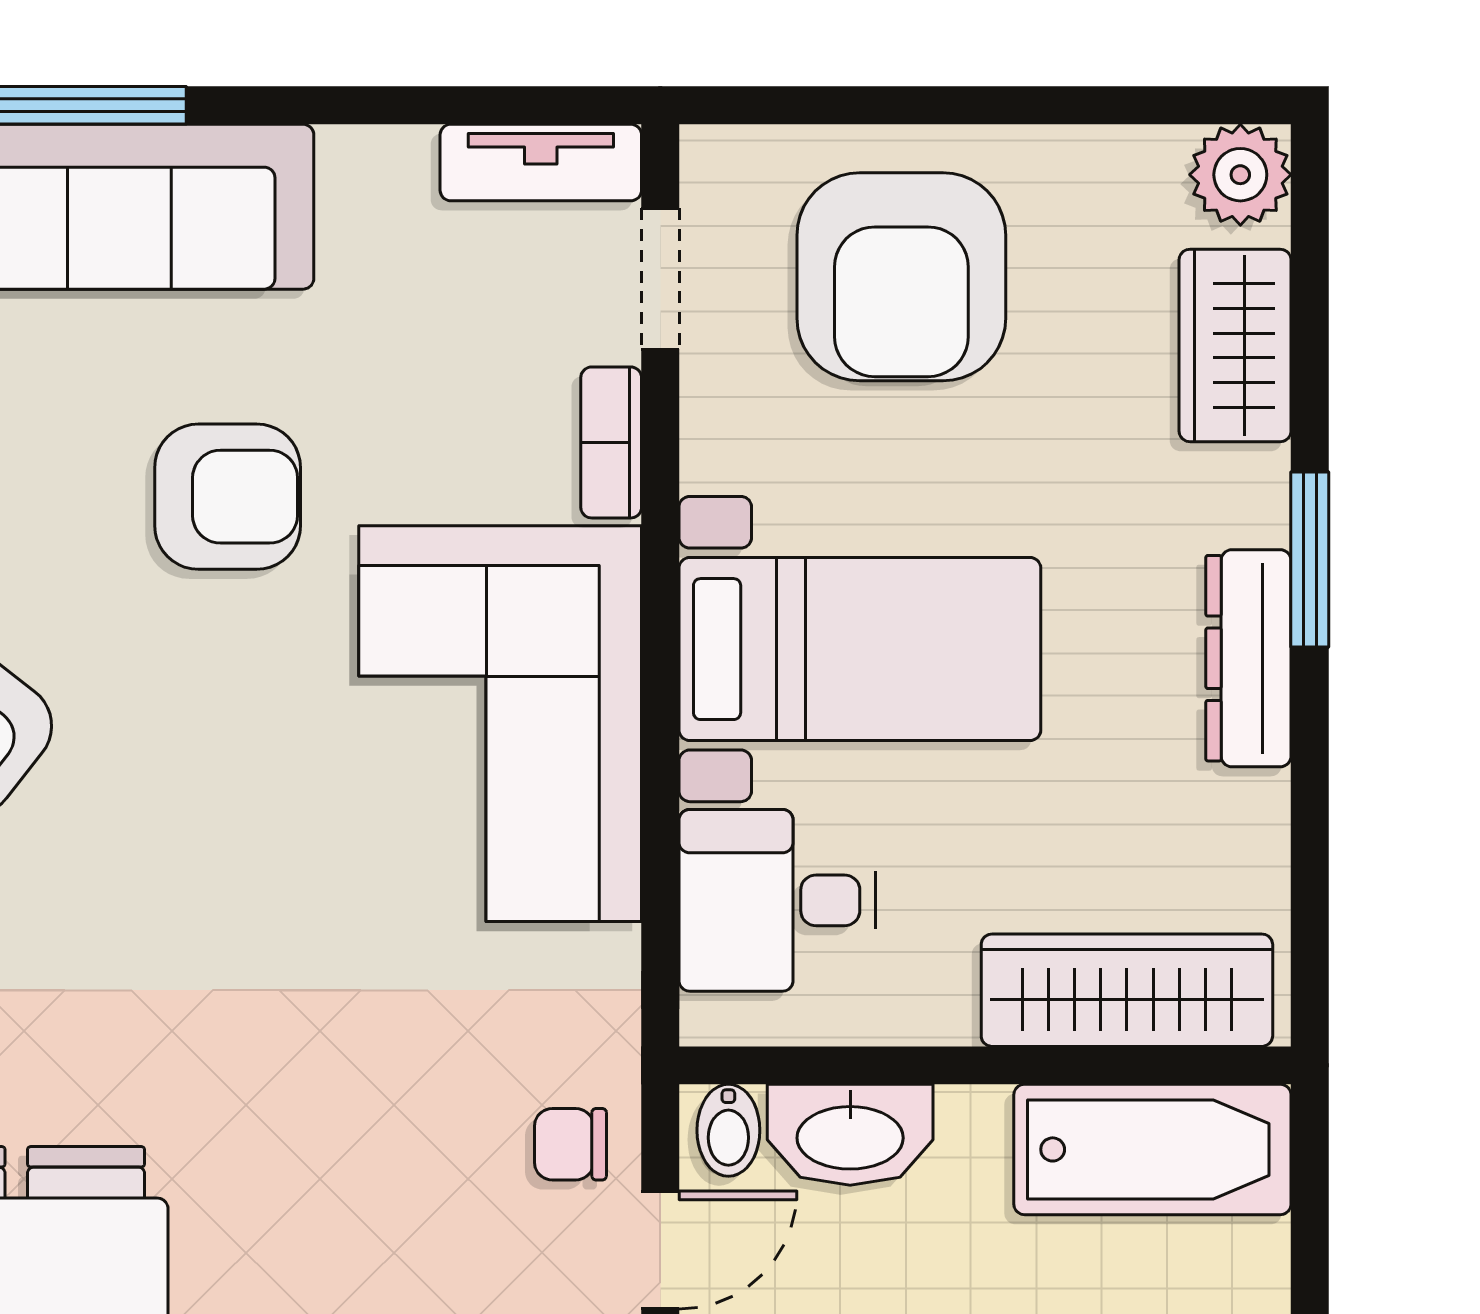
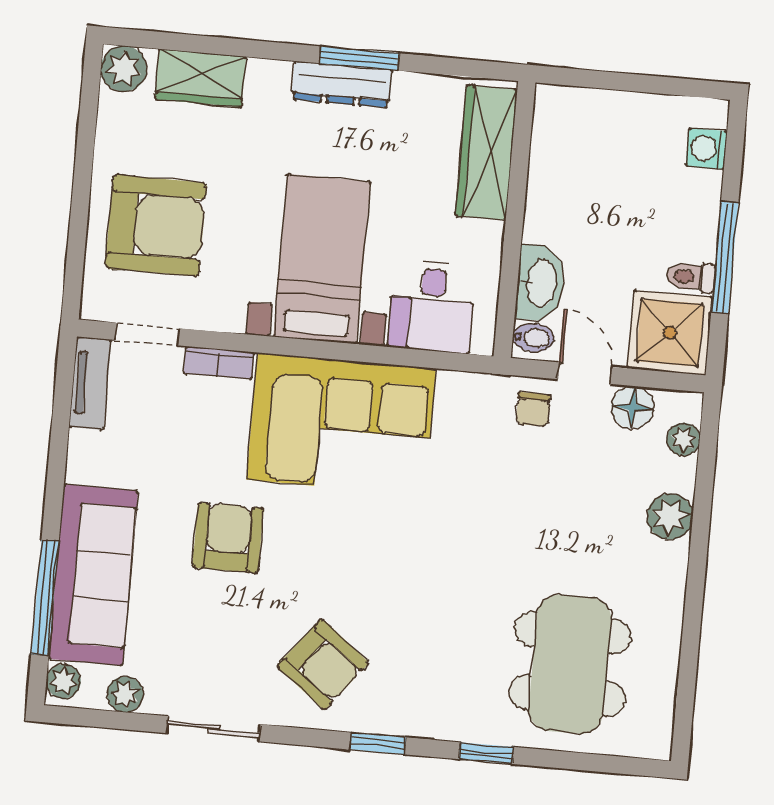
window: (1310, 560) -> (359, 58), moved
bathtub: (1152, 1149) -> (559, 148), removed

